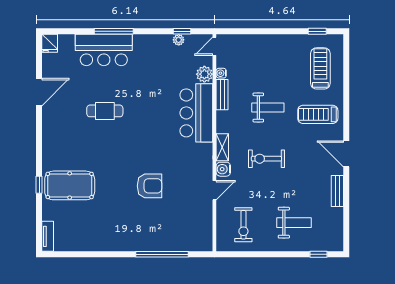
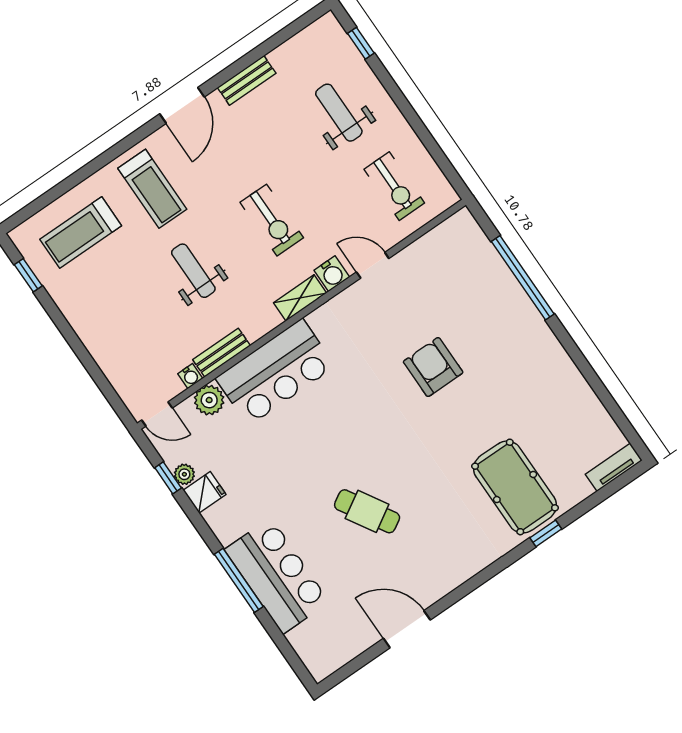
fridge: (50, 43) -> (205, 492), moved
cafe table: (105, 111) -> (367, 511), turned -31
exercise bike: (243, 225) -> (394, 186), turned 90

